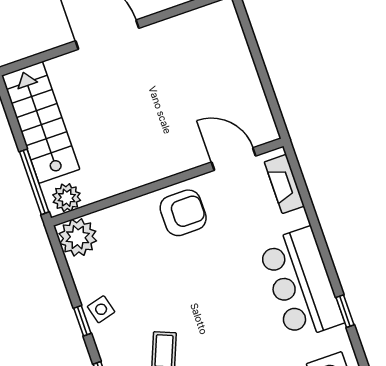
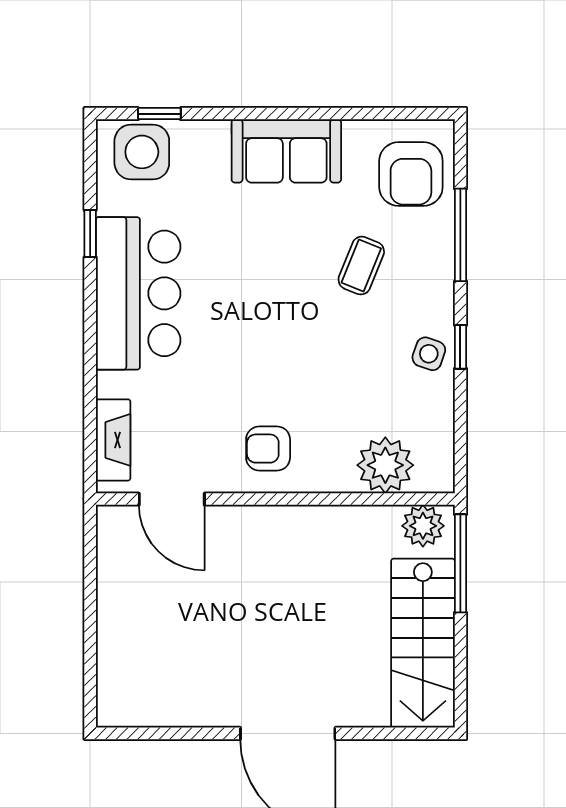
armchair: (183, 213) -> (268, 449), width x0.72, depth x0.72
plant: (78, 237) -> (385, 465), moved
side table: (101, 309) -> (429, 354), turned 34

